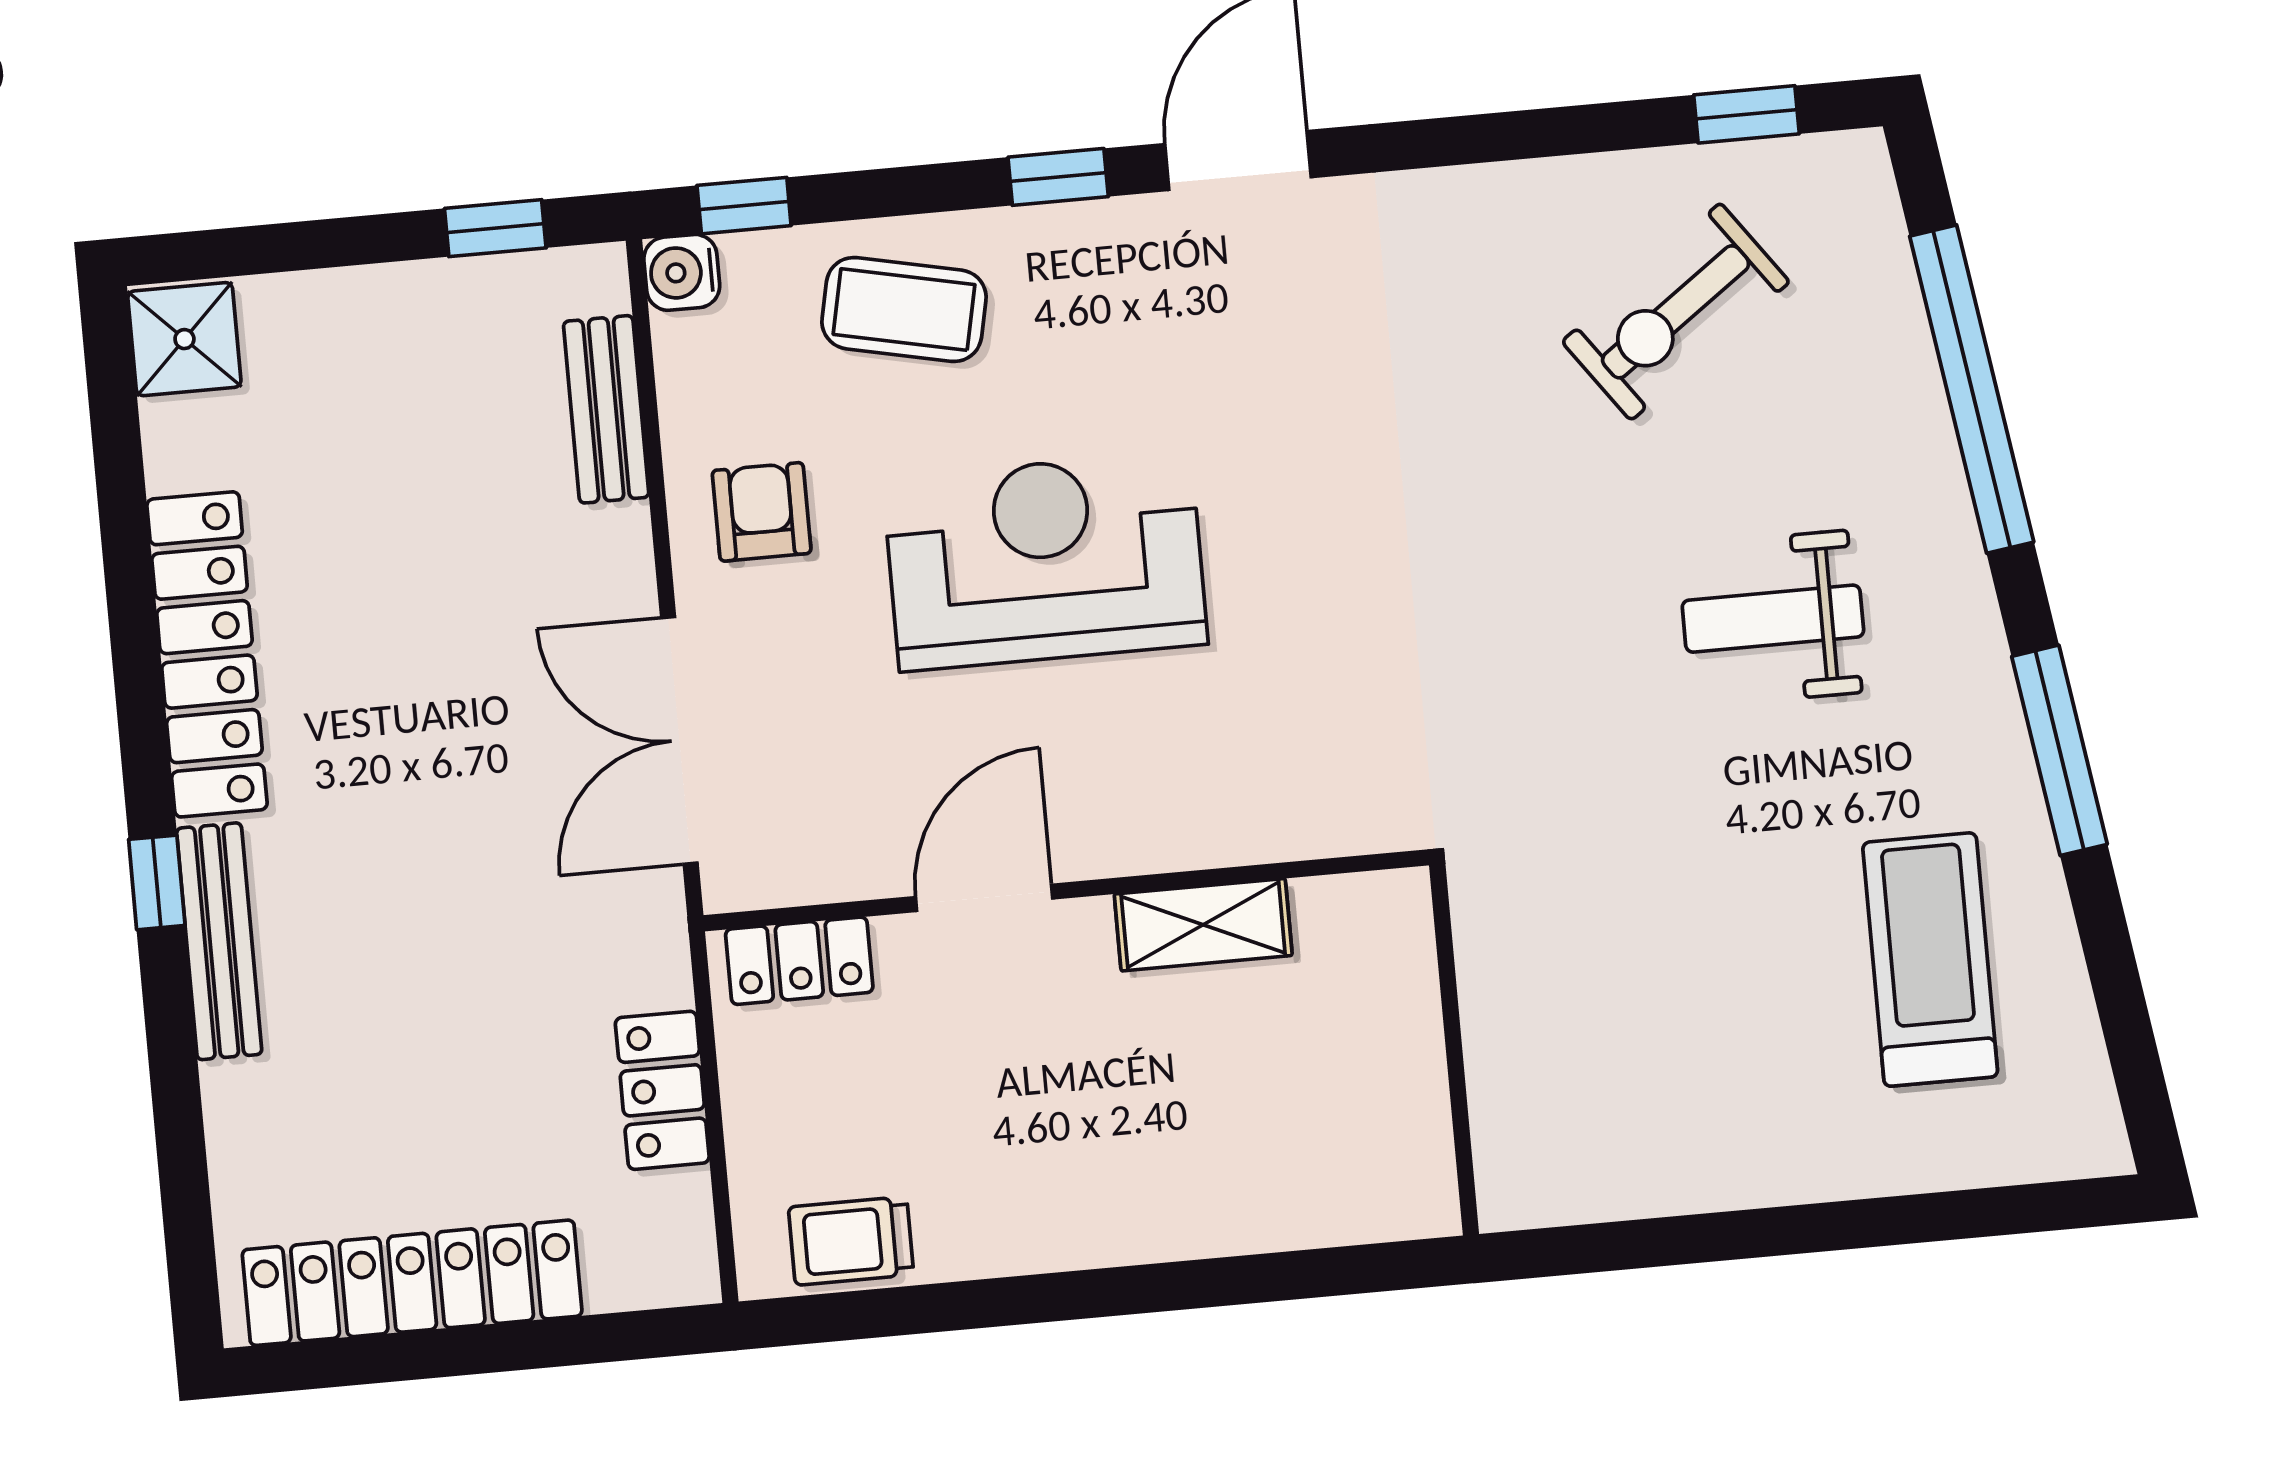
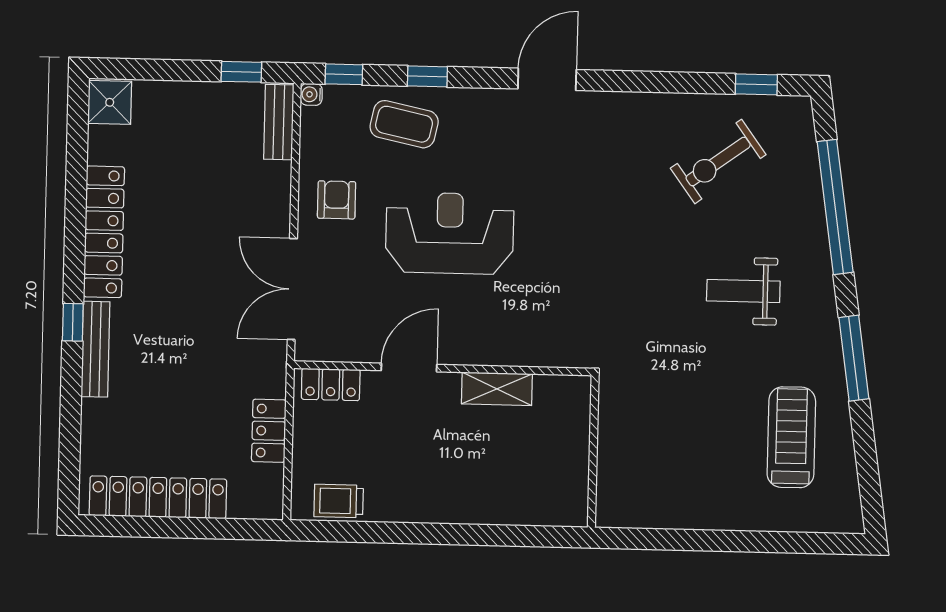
window: (1058, 177) -> (427, 76), moved
water cooler: (682, 272) -> (311, 94), width x0.72, depth x0.72
bench: (606, 409) -> (279, 122), moved

